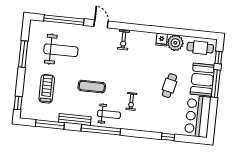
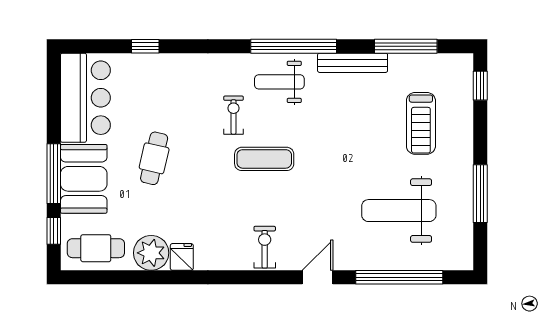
door: (101, 24) -> (318, 277), swing flipped
exercise mat: (92, 87) -> (264, 159), moved

